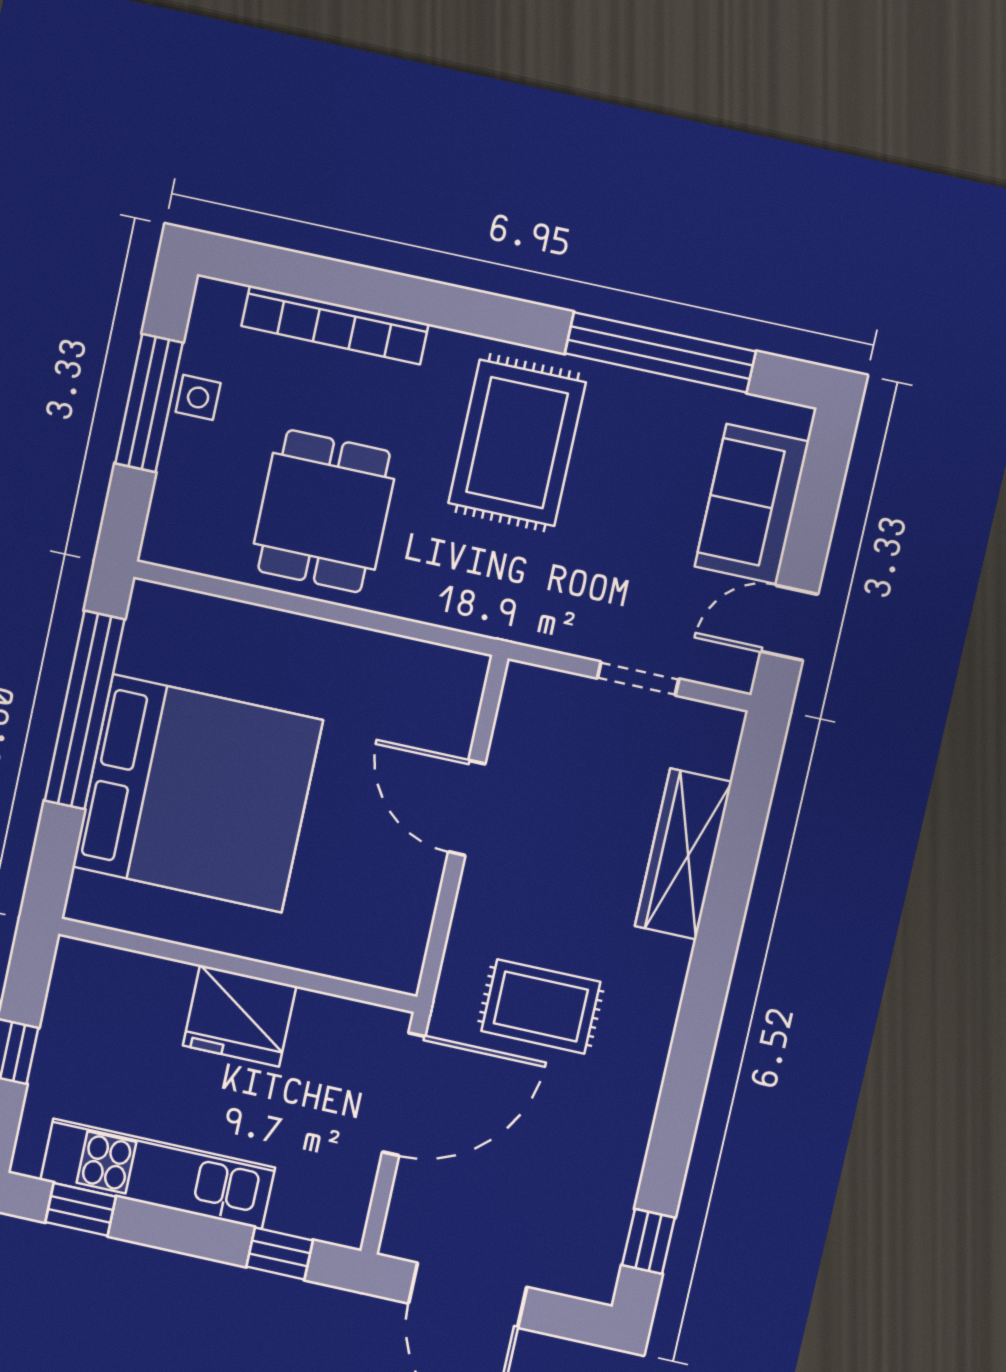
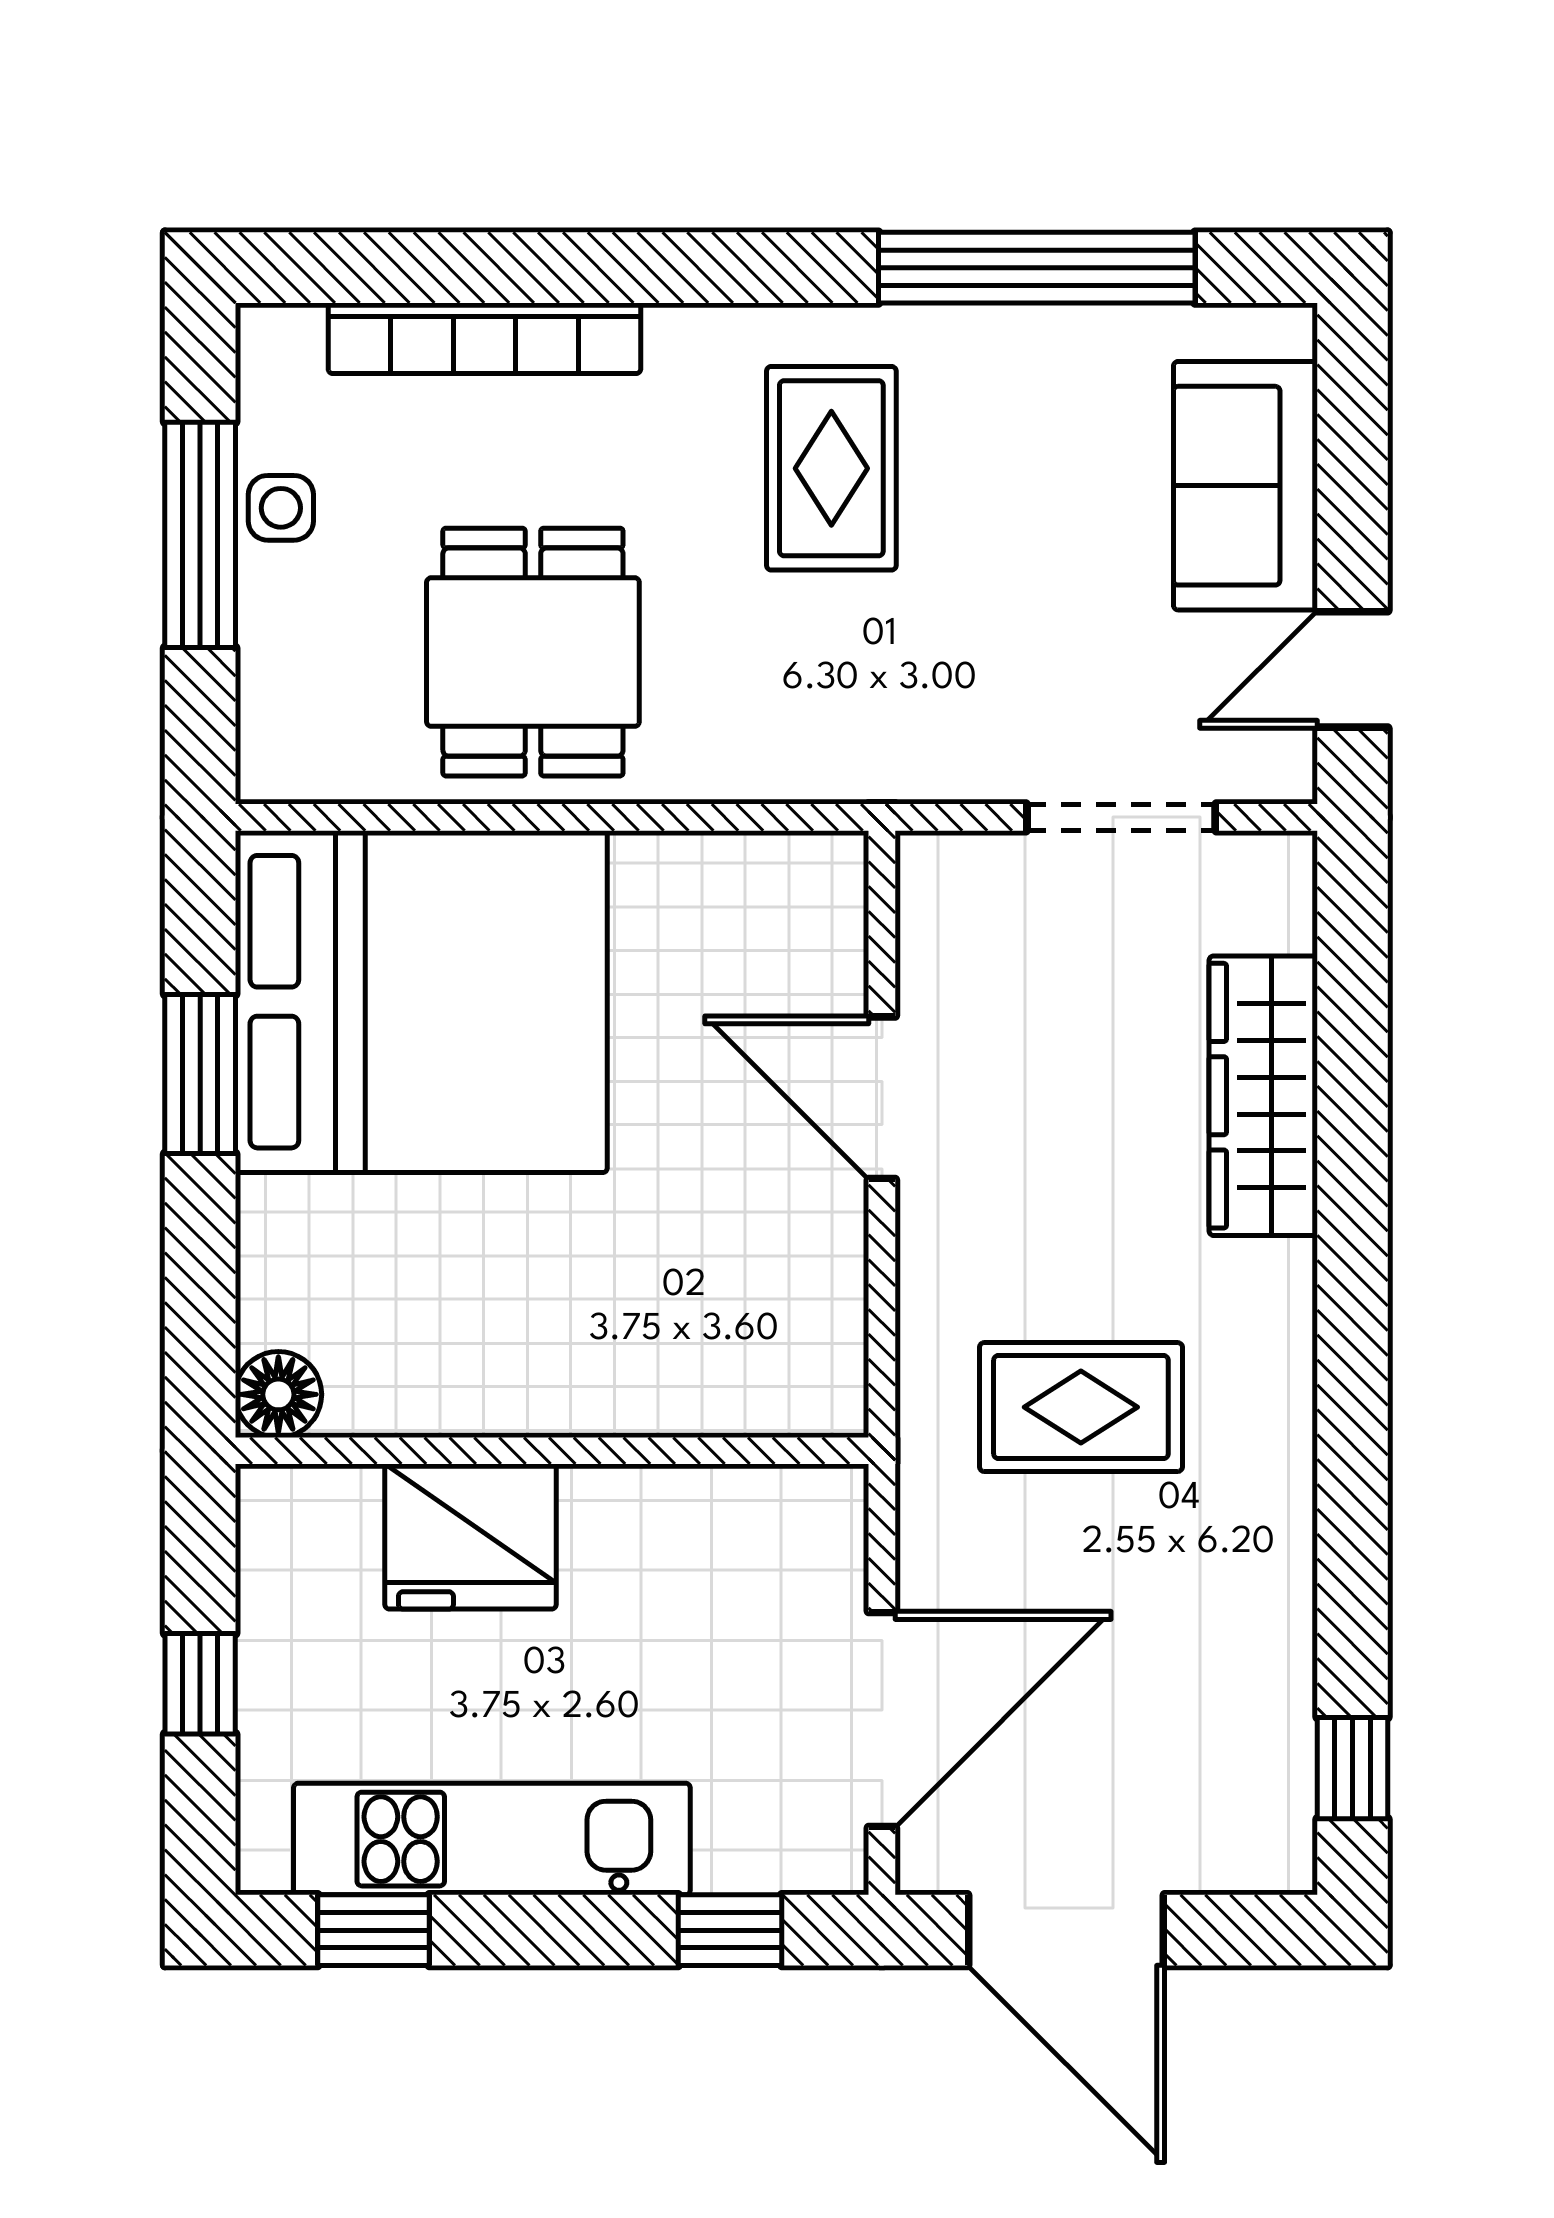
rug: (517, 443) -> (831, 468), width x0.73, depth x0.70
doorway: (638, 679) -> (1121, 817), width x1.38
window: (84, 710) -> (200, 1074), width x0.47
bed: (197, 793) -> (421, 1002), moved
floor lamp: (91, 900) -> (278, 1394), added
fridge: (240, 1016) -> (470, 1536), moved
door: (404, 1094) -> (882, 1720), moved

